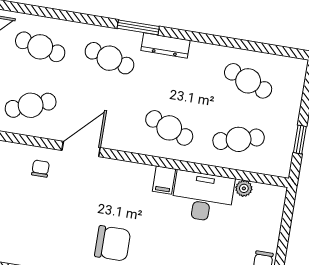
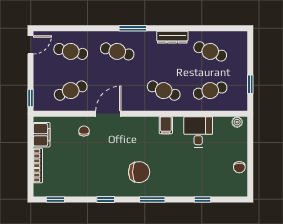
dresser: (165, 45) -> (172, 37), moved
plant: (244, 188) -> (237, 122), moved
desk: (203, 197) -> (198, 132), width x0.73

